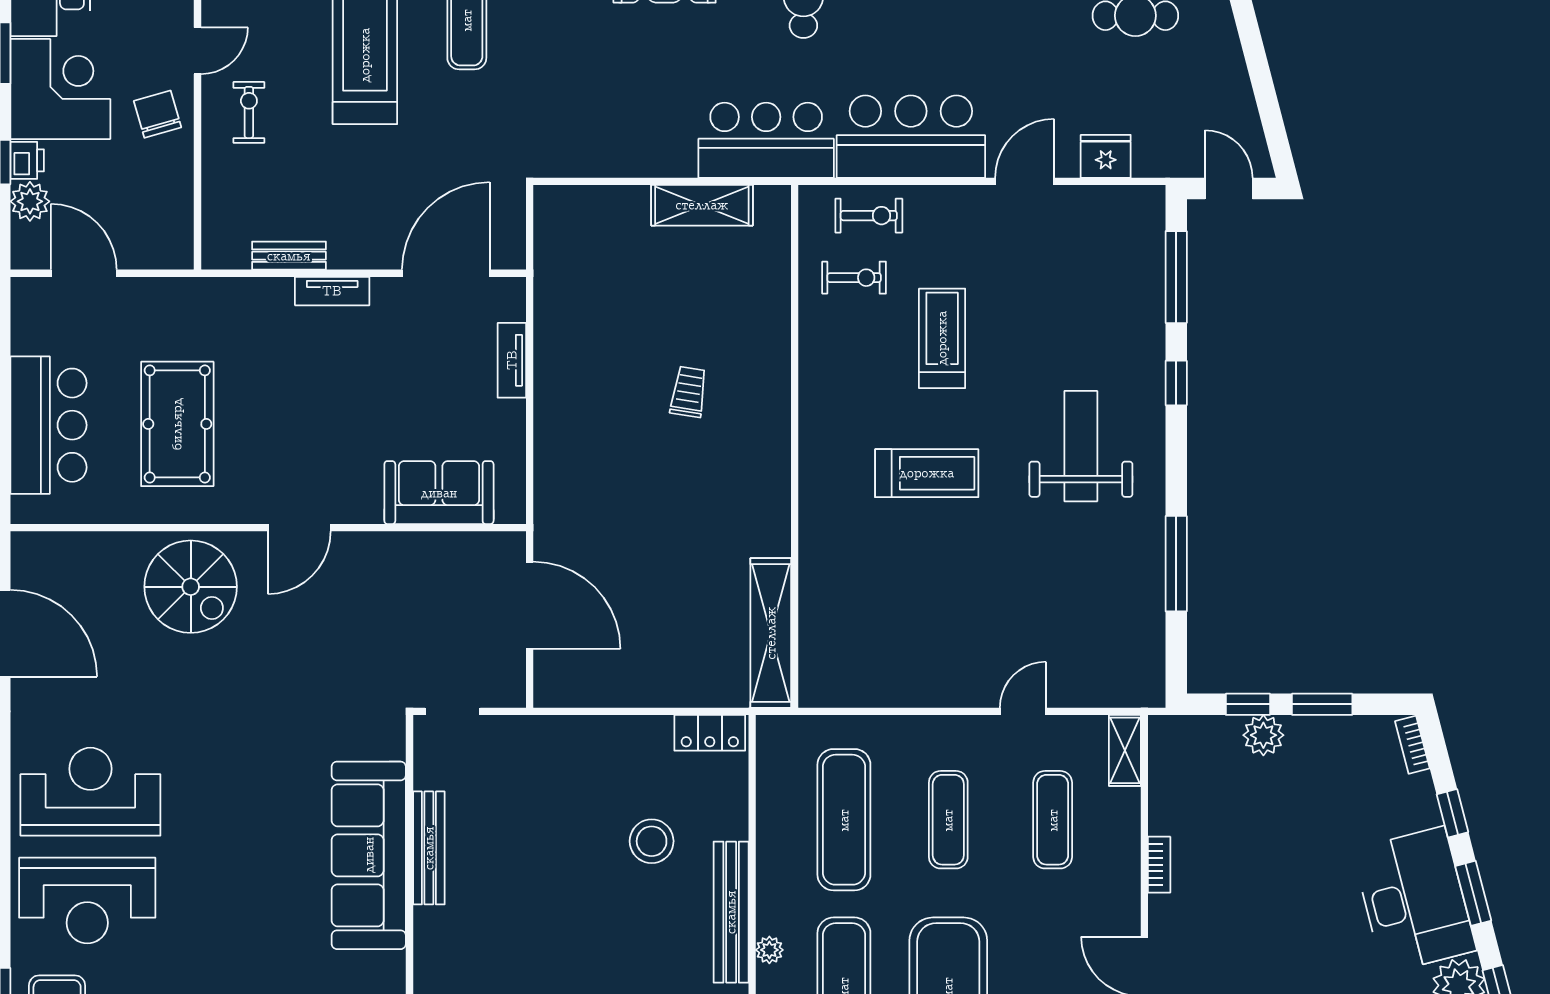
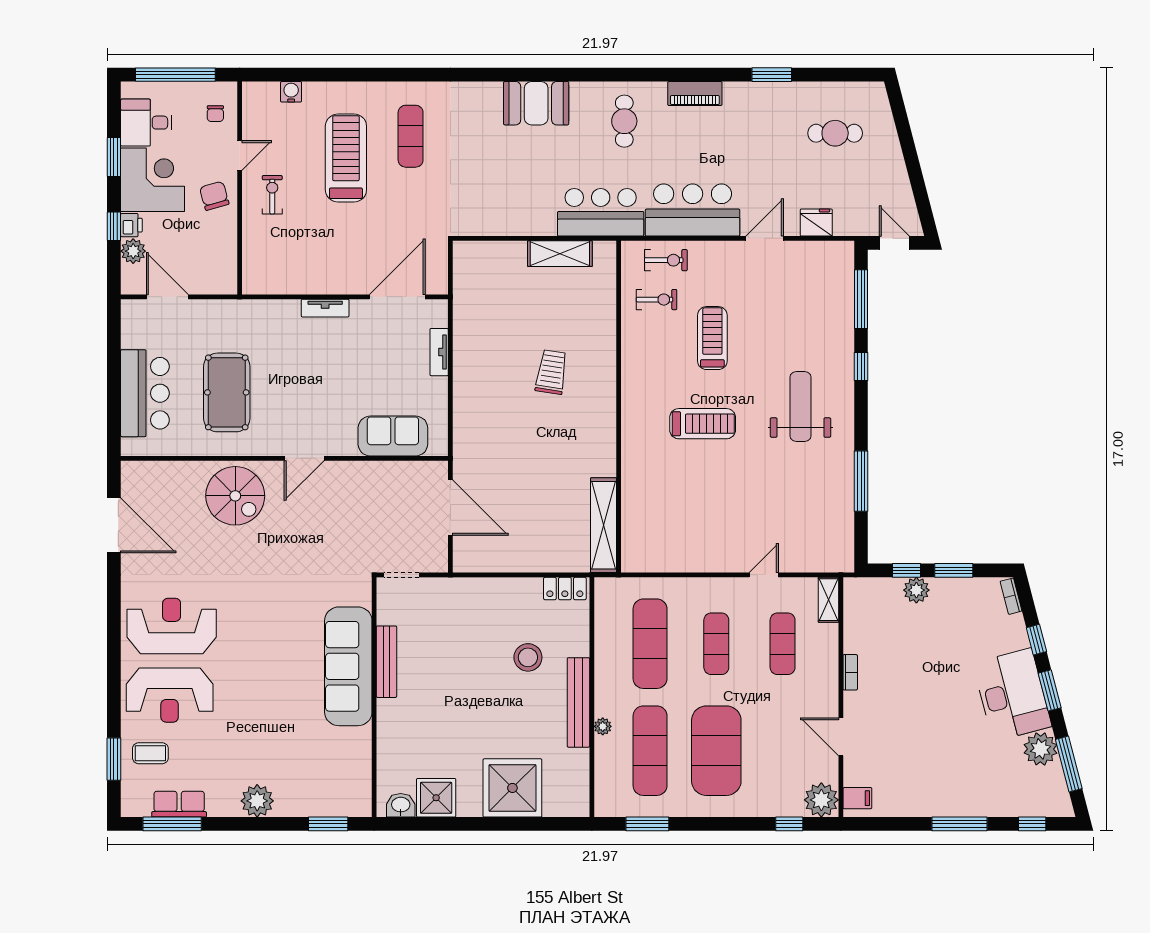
bench: (289, 256) -> (298, 286), removed
trolley: (689, 392) -> (551, 372), width x1.36, depth x1.39

